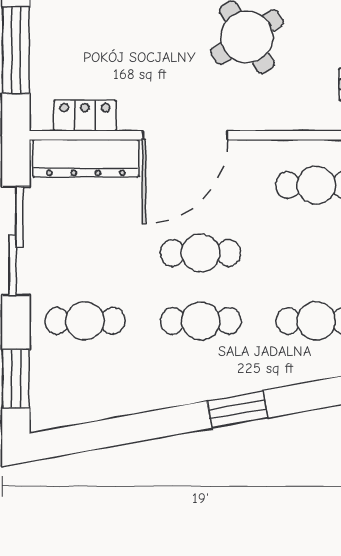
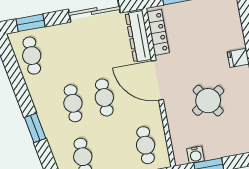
locker: (85, 116) -> (158, 32), width x1.53
cafe table: (85, 321) -> (32, 56), moved

